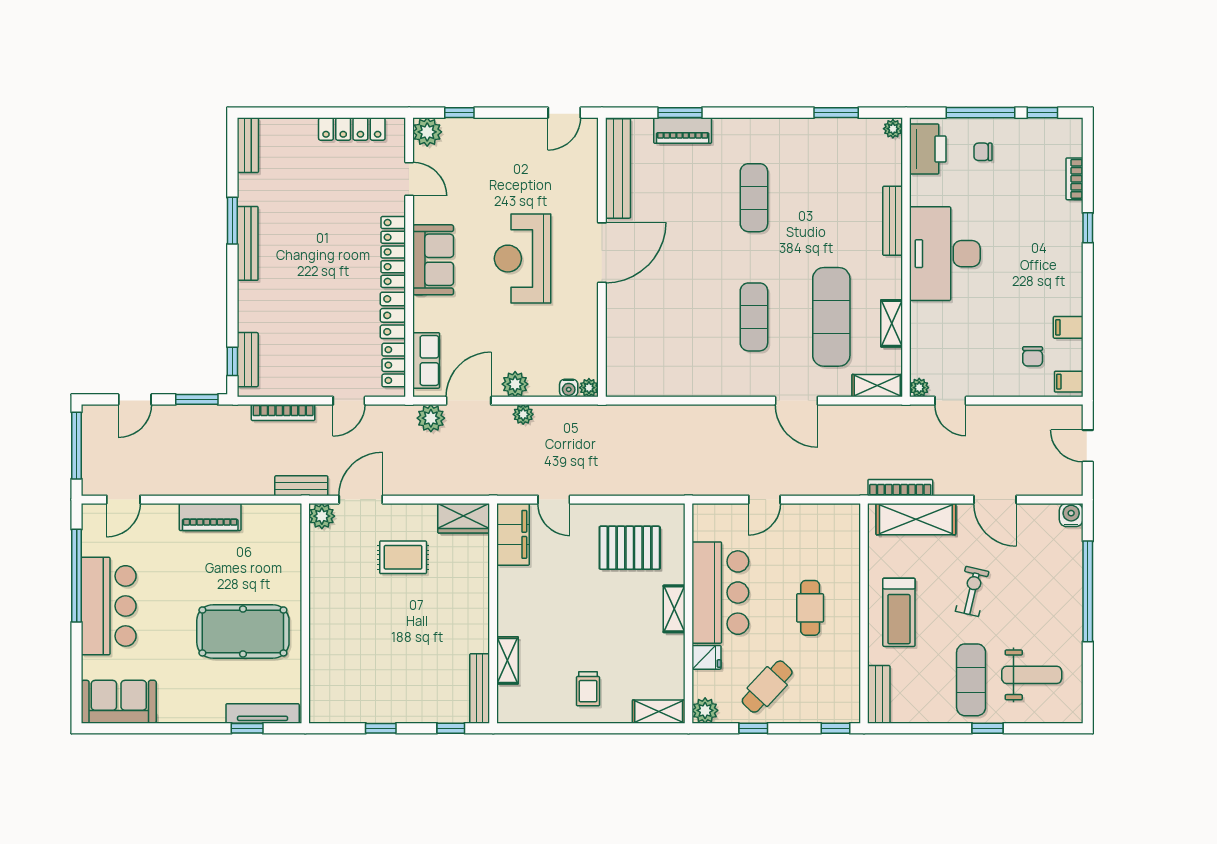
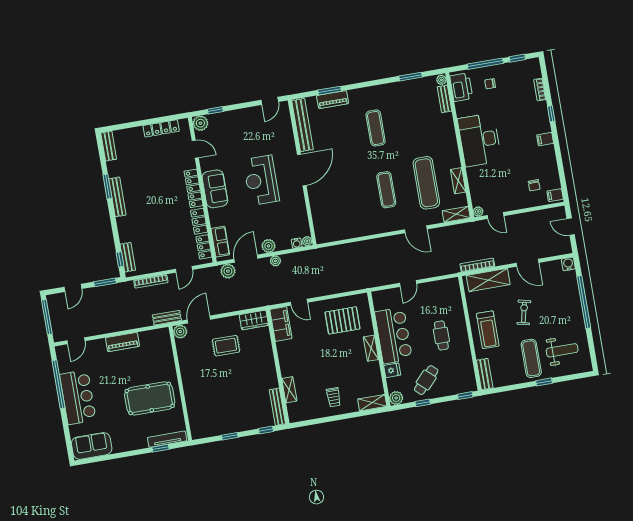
bench: (893, 221) -> (445, 99), moved, width x0.73
filing cabinet: (1068, 327) -> (545, 139), moved

